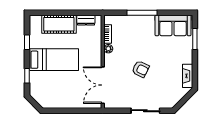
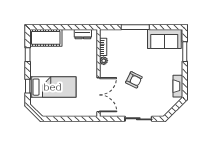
cot: (59, 24) -> (46, 38), moved
bed: (54, 60) -> (53, 87), moved
double door: (103, 85) -> (99, 95), swing flipped

